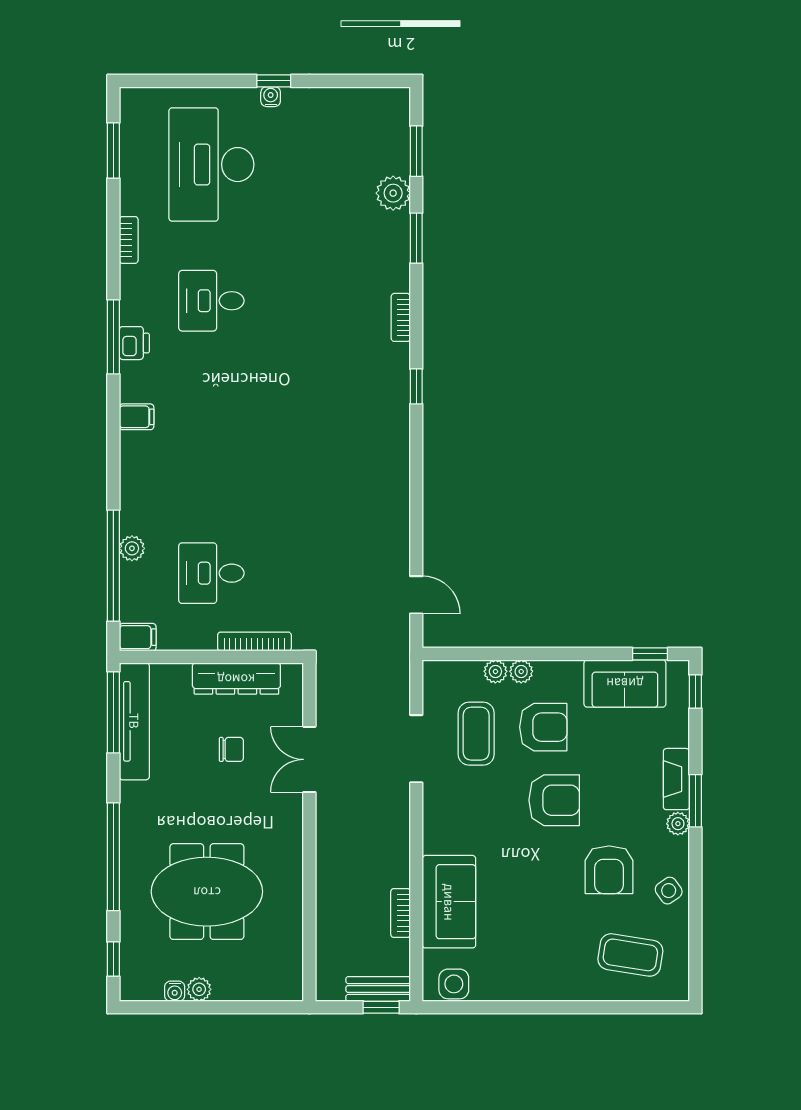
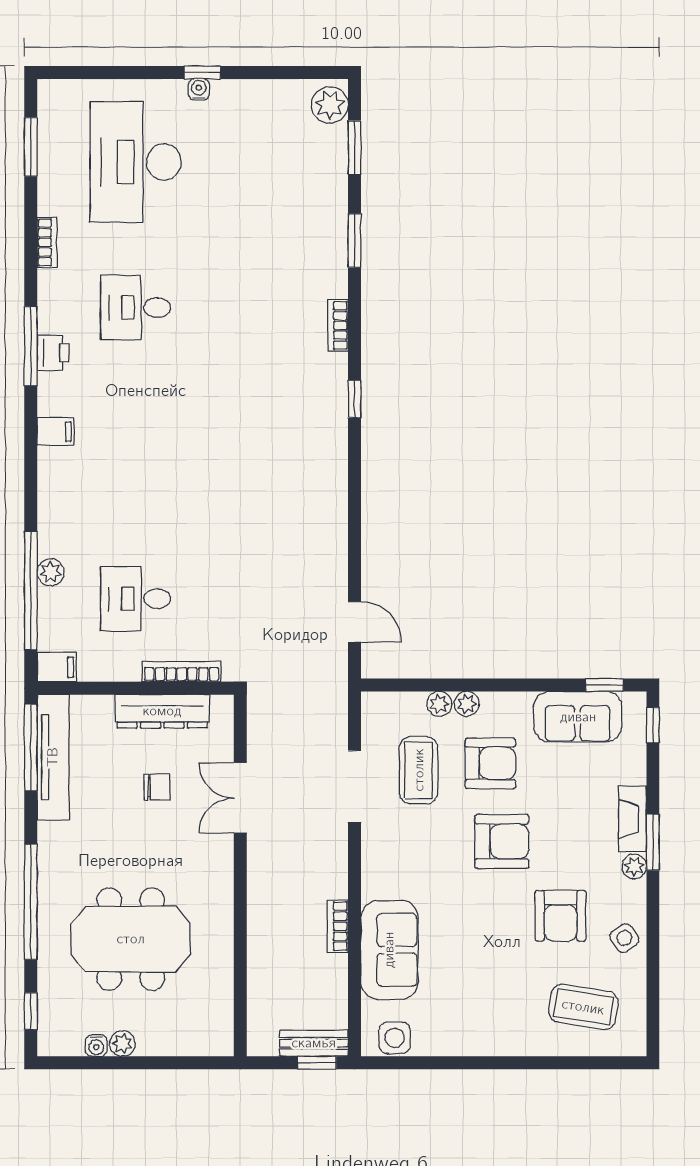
plant: (393, 193) -> (330, 105), moved
bookcase: (401, 913) -> (338, 926), moved

